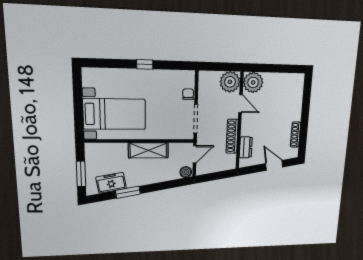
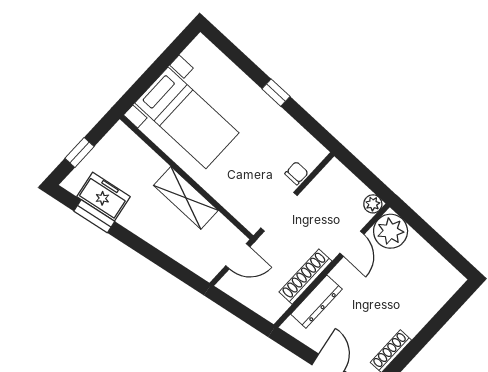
plant: (230, 82) -> (373, 204), width x0.53, depth x0.53
dresser: (246, 147) -> (316, 302), width x1.44
boiler: (186, 172) -> (206, 269), removed
window: (81, 174) -> (79, 152), width x0.67
window: (128, 192) -> (94, 216), moved

